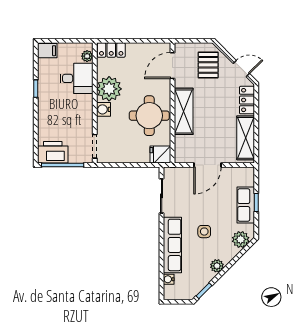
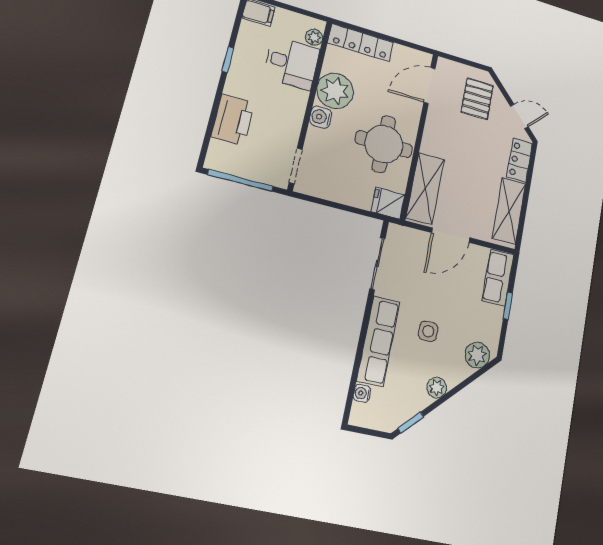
locker: (111, 50) -> (361, 43), width x1.53
shelving: (184, 111) -> (425, 189), moved
printer: (53, 152) -> (233, 120), moved, turned 90
row of seats: (246, 205) -> (498, 278), moved

